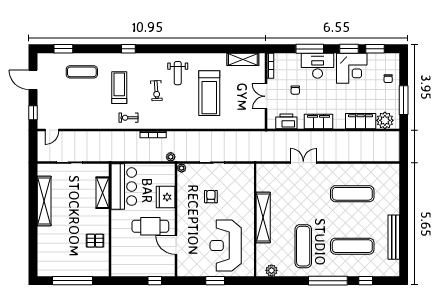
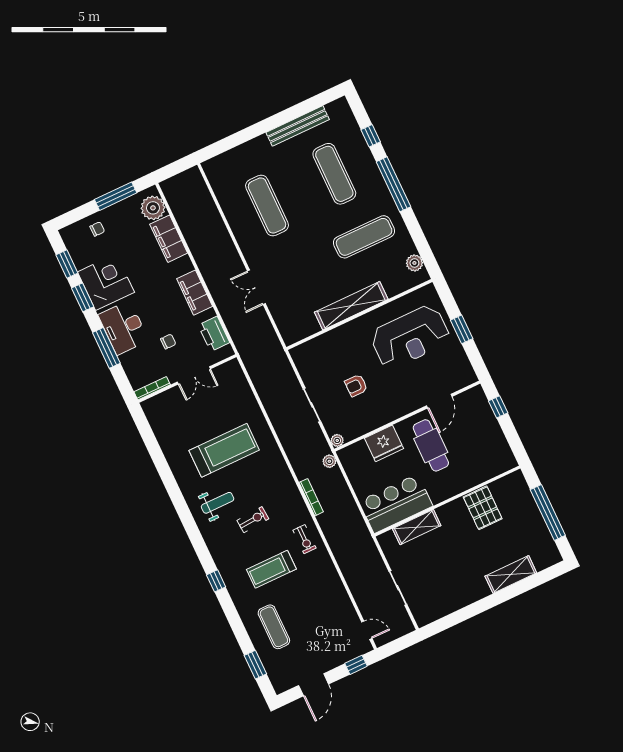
shelving: (243, 59) -> (160, 427), removed
shelving: (44, 201) -> (511, 574), moved, width x0.68
pallet: (95, 241) -> (483, 508), width x1.50, depth x1.42

